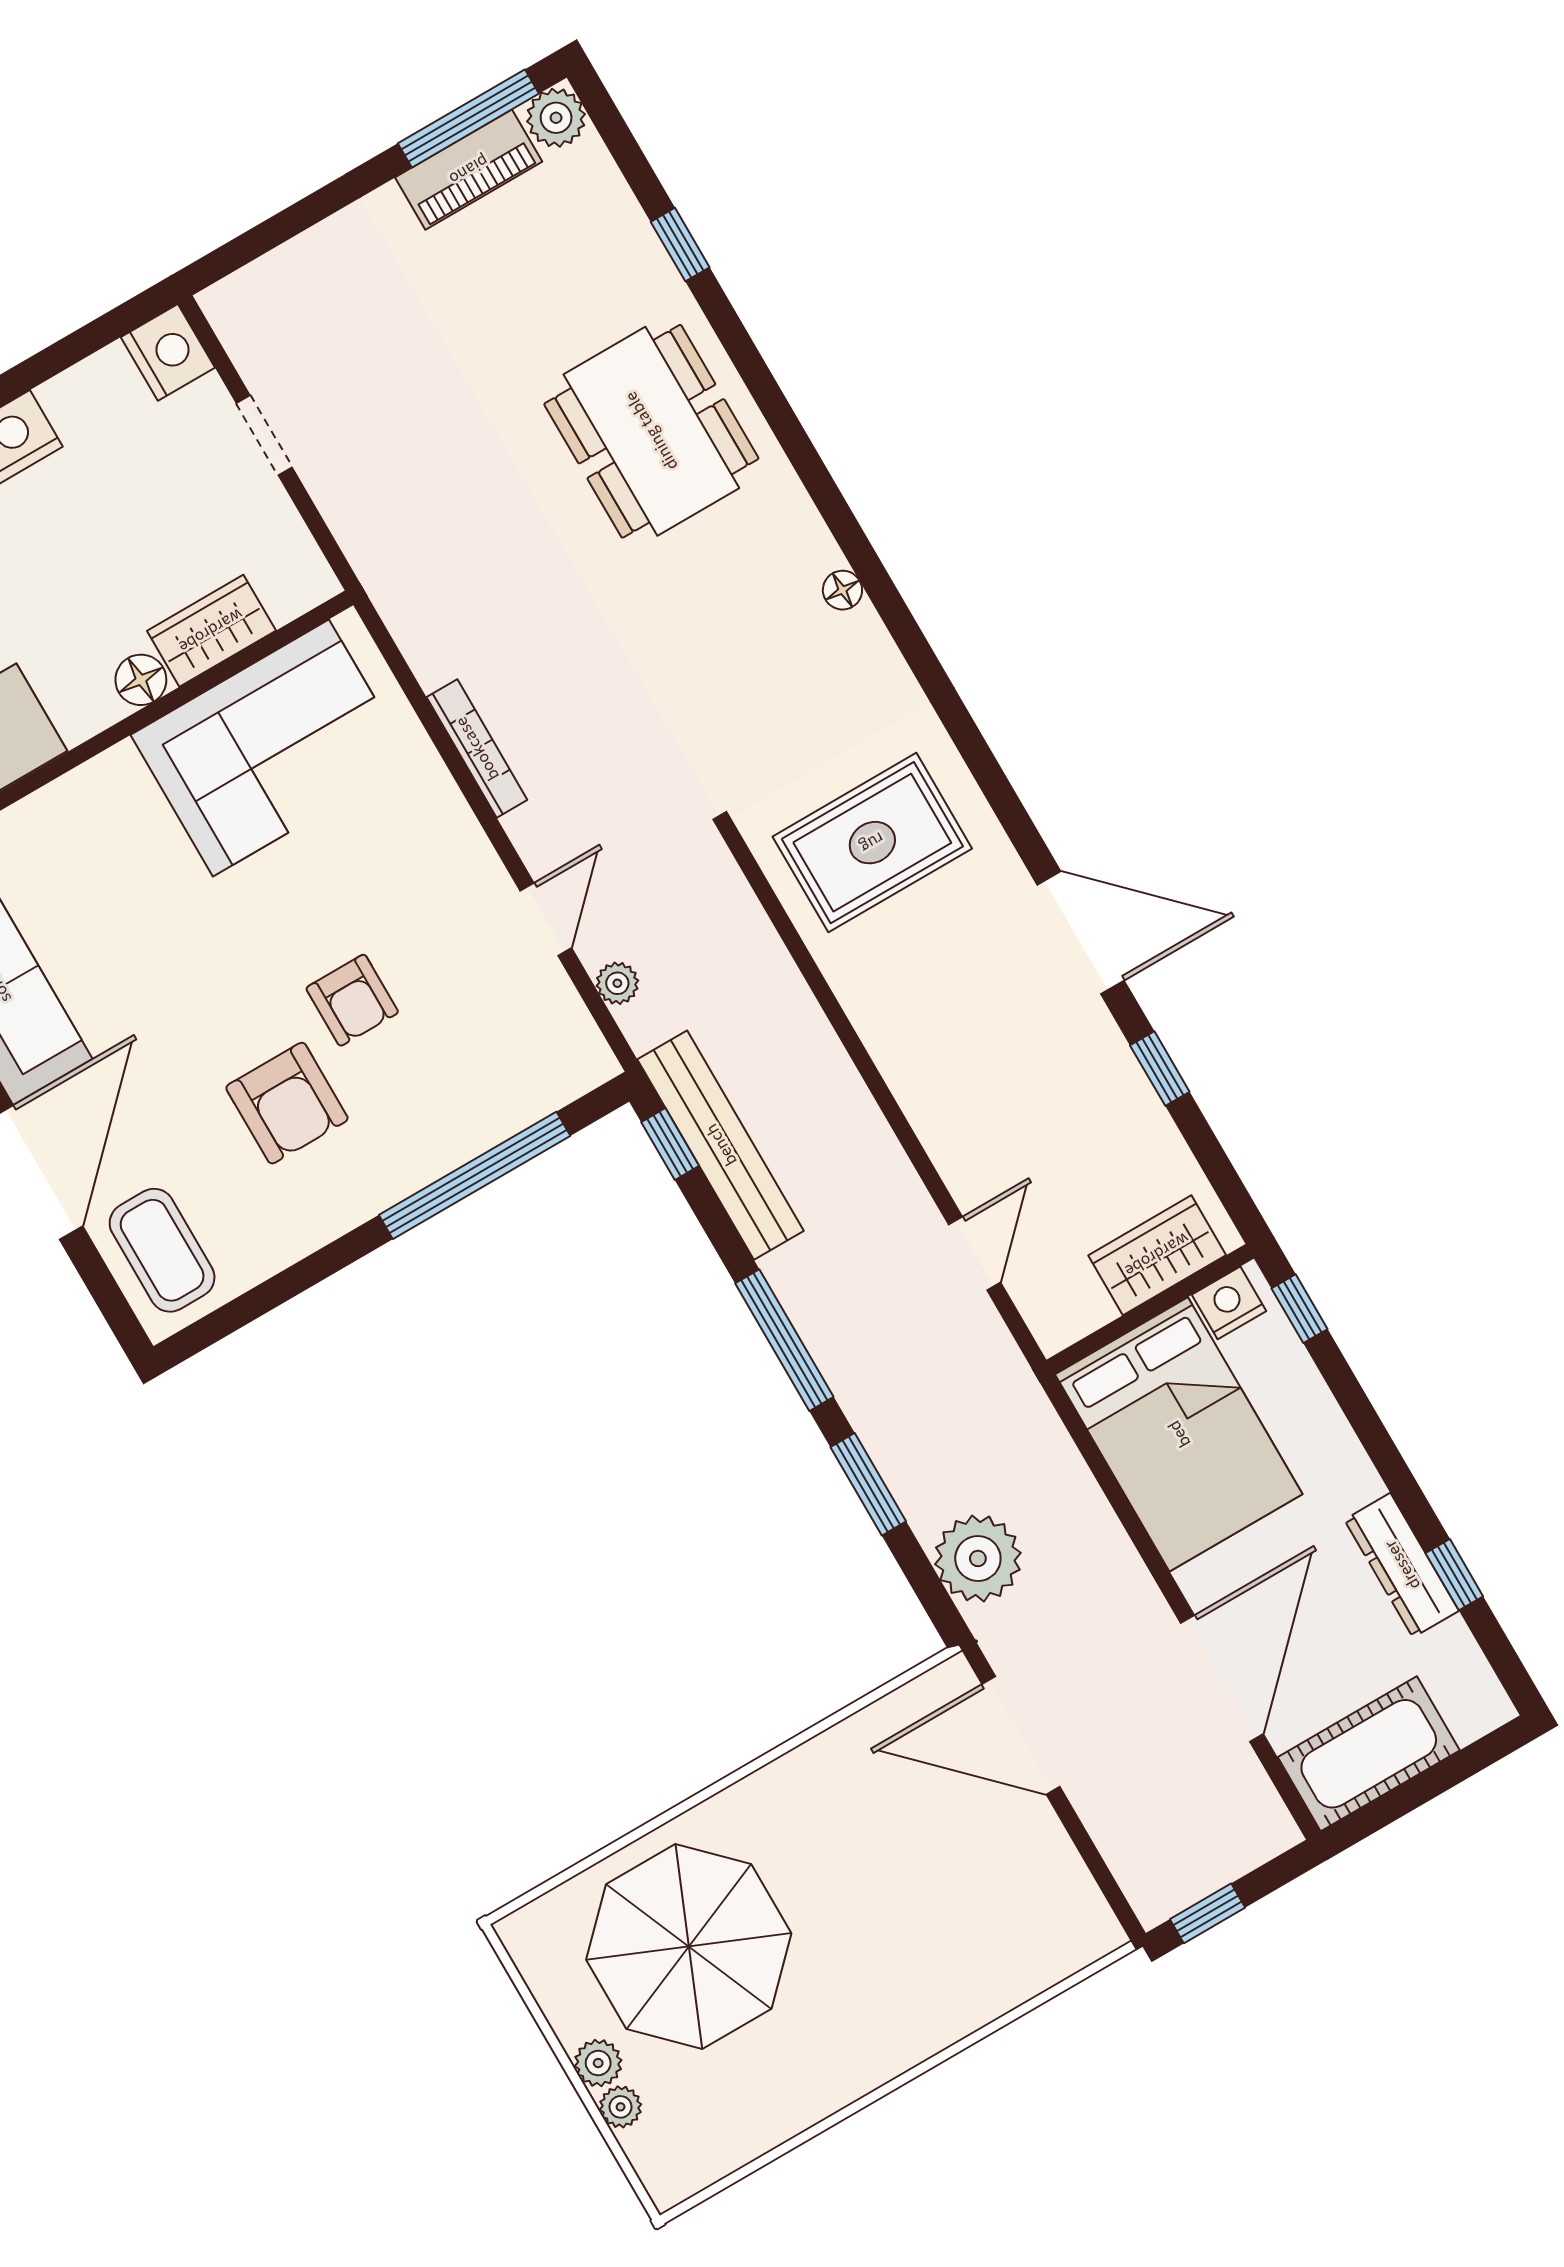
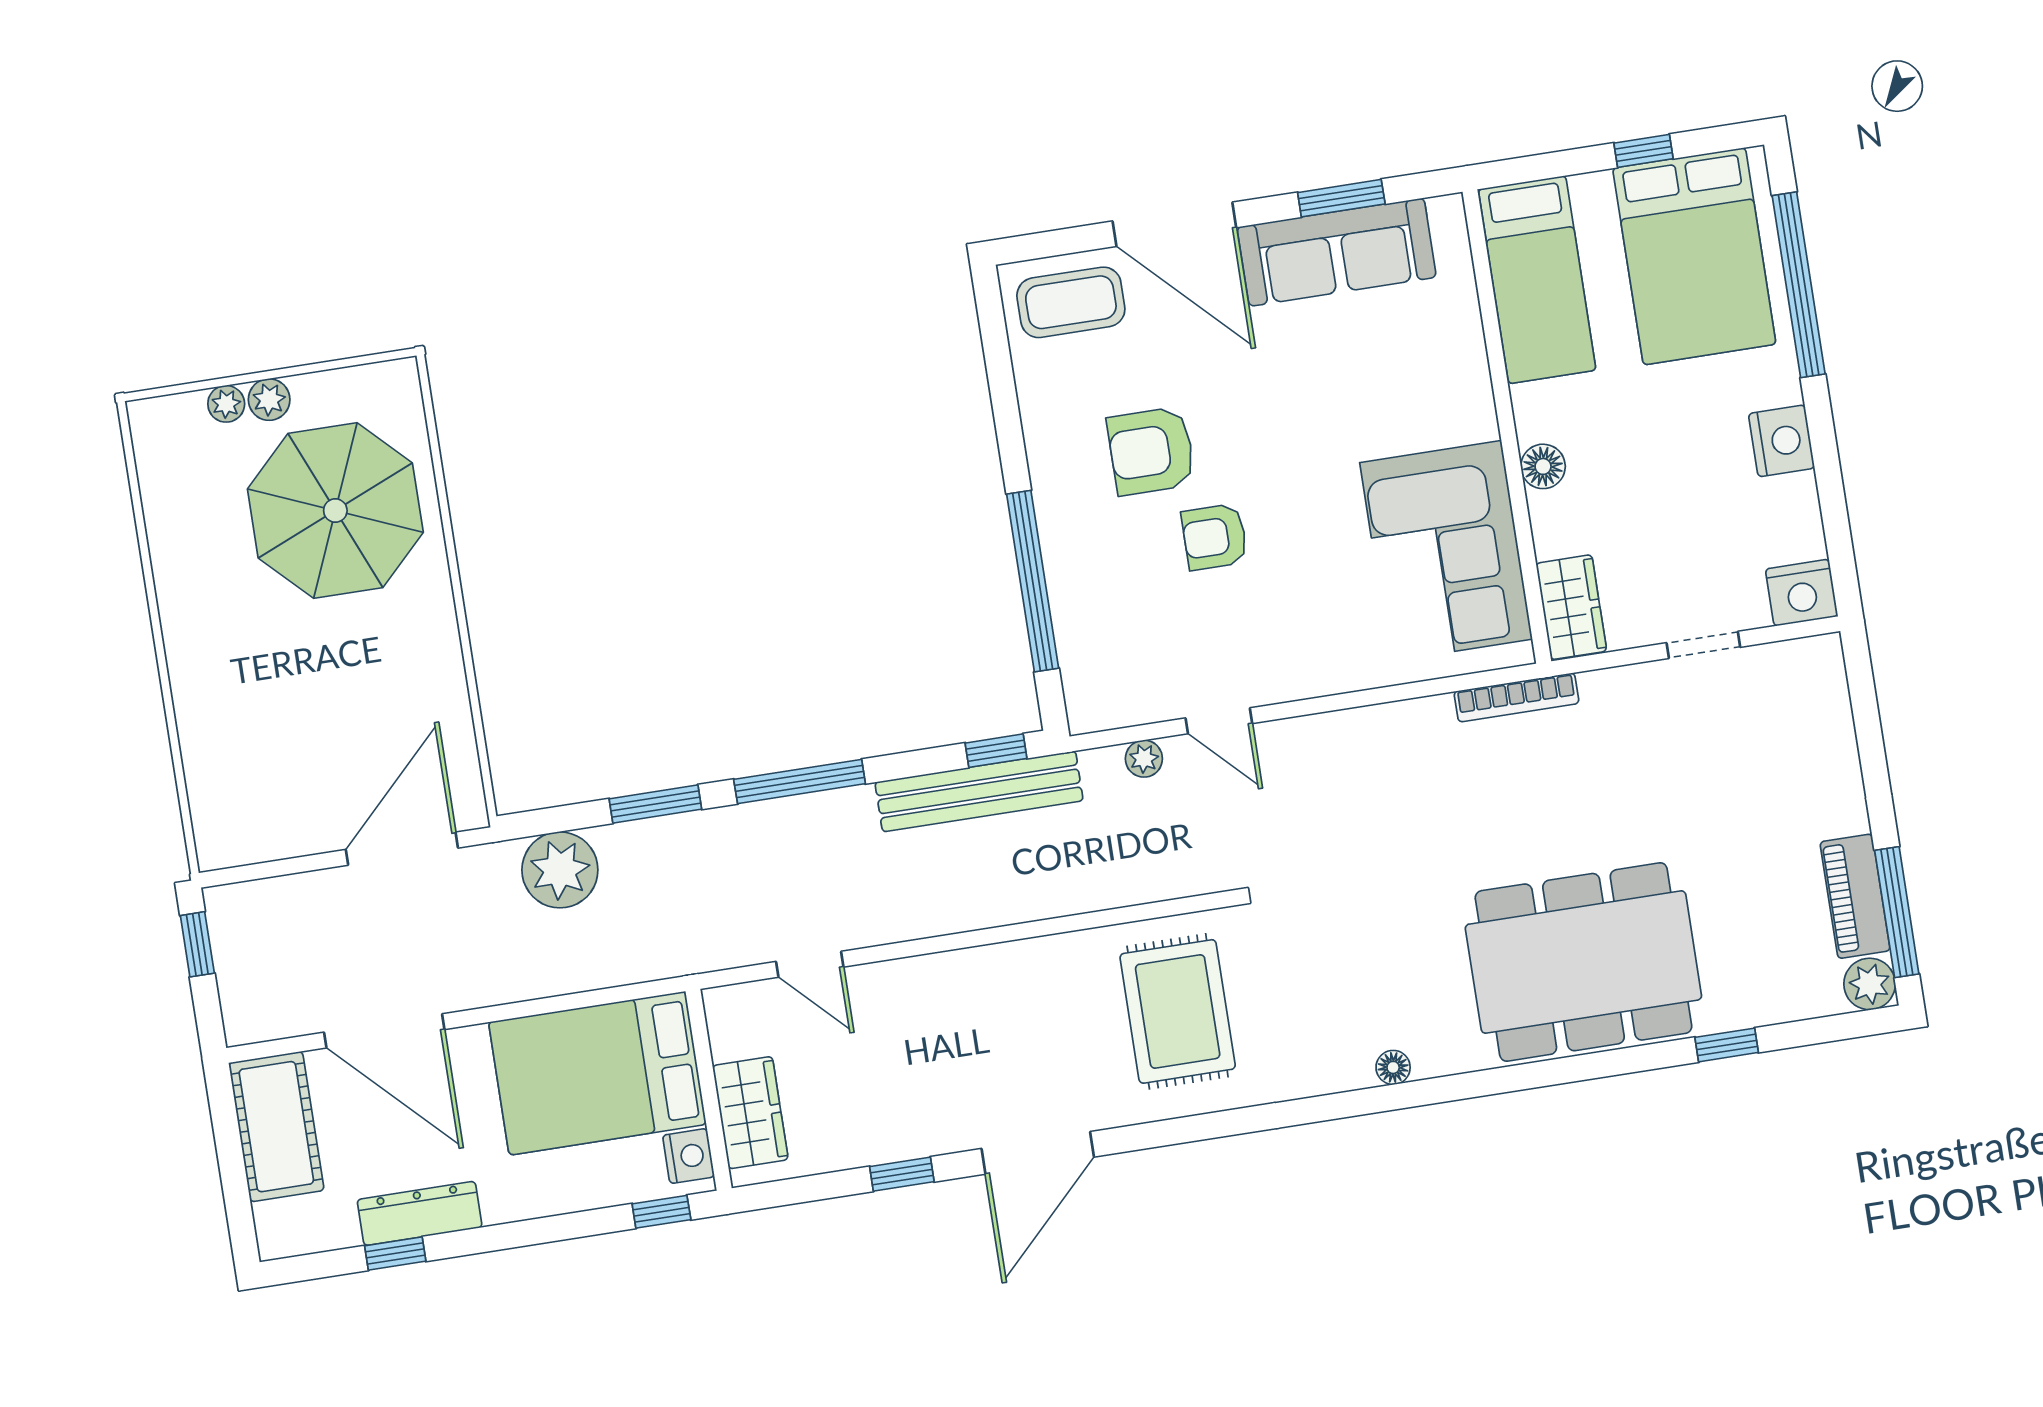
dining table: (651, 431) -> (1583, 962), width x1.36, depth x1.24
wardrobe: (211, 631) -> (1571, 607), moved
bookcase: (477, 749) -> (1516, 697), moved

